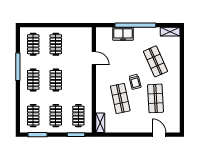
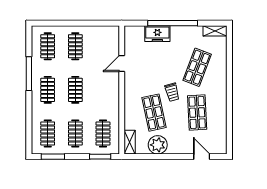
door: (94, 58) -> (122, 63), swing flipped
shop shelf: (156, 61) -> (197, 67), turned 45
plant: (123, 125) -> (158, 145), added

